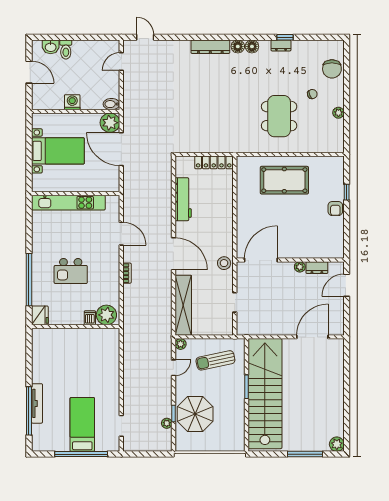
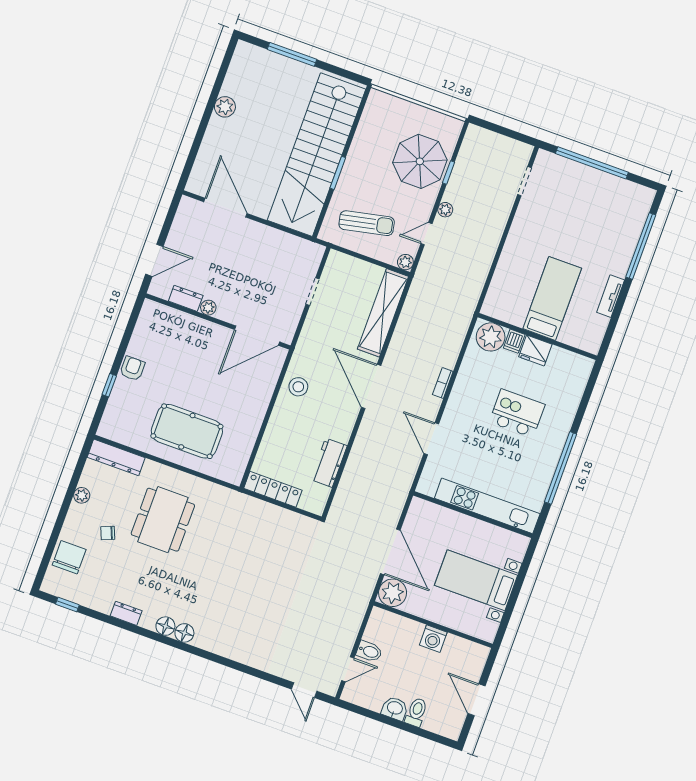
window: (285, 37) -> (67, 604), moved
washbasin: (51, 47) -> (395, 708), moved
dresser: (210, 47) -> (116, 457), moved, turned 180
bidet: (111, 104) -> (369, 651), moved
workbench: (183, 199) -> (329, 463), width x0.73
stool: (224, 263) -> (298, 387), moved
window: (29, 280) -> (561, 468), moved
fridge: (40, 315) -> (535, 350), moved, turned -90
door: (312, 337) -> (225, 208), swing flipped
tv unit: (37, 403) -> (611, 296), moved, width x0.71
plant: (167, 423) -> (445, 210), moved
bed: (82, 424) -> (552, 298), moved, turned 180
plant: (337, 444) -> (225, 107), moved

